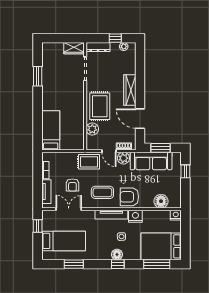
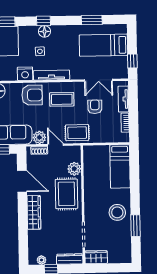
stool: (54, 89) -> (117, 212), added

